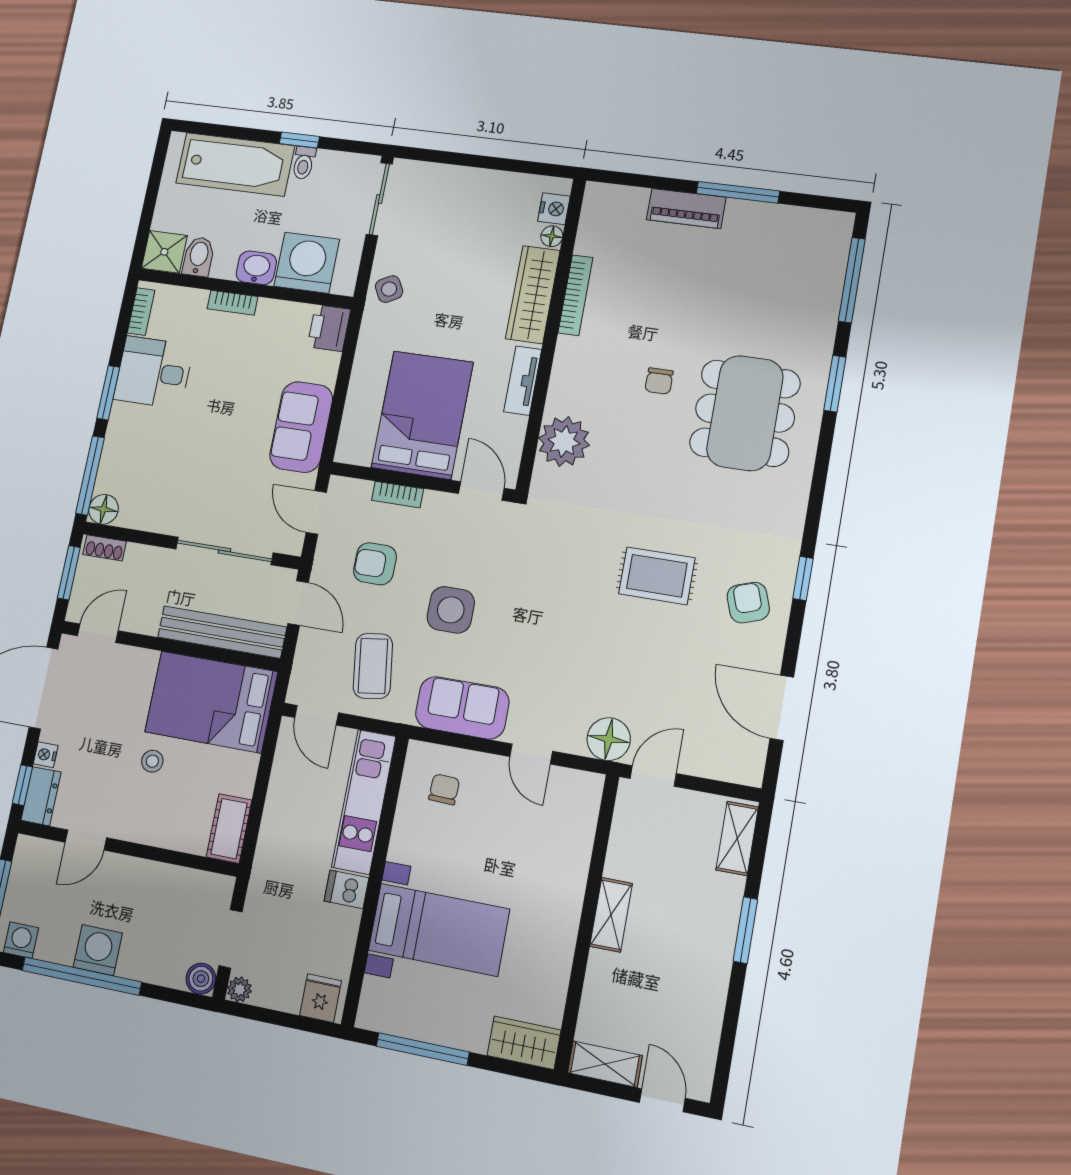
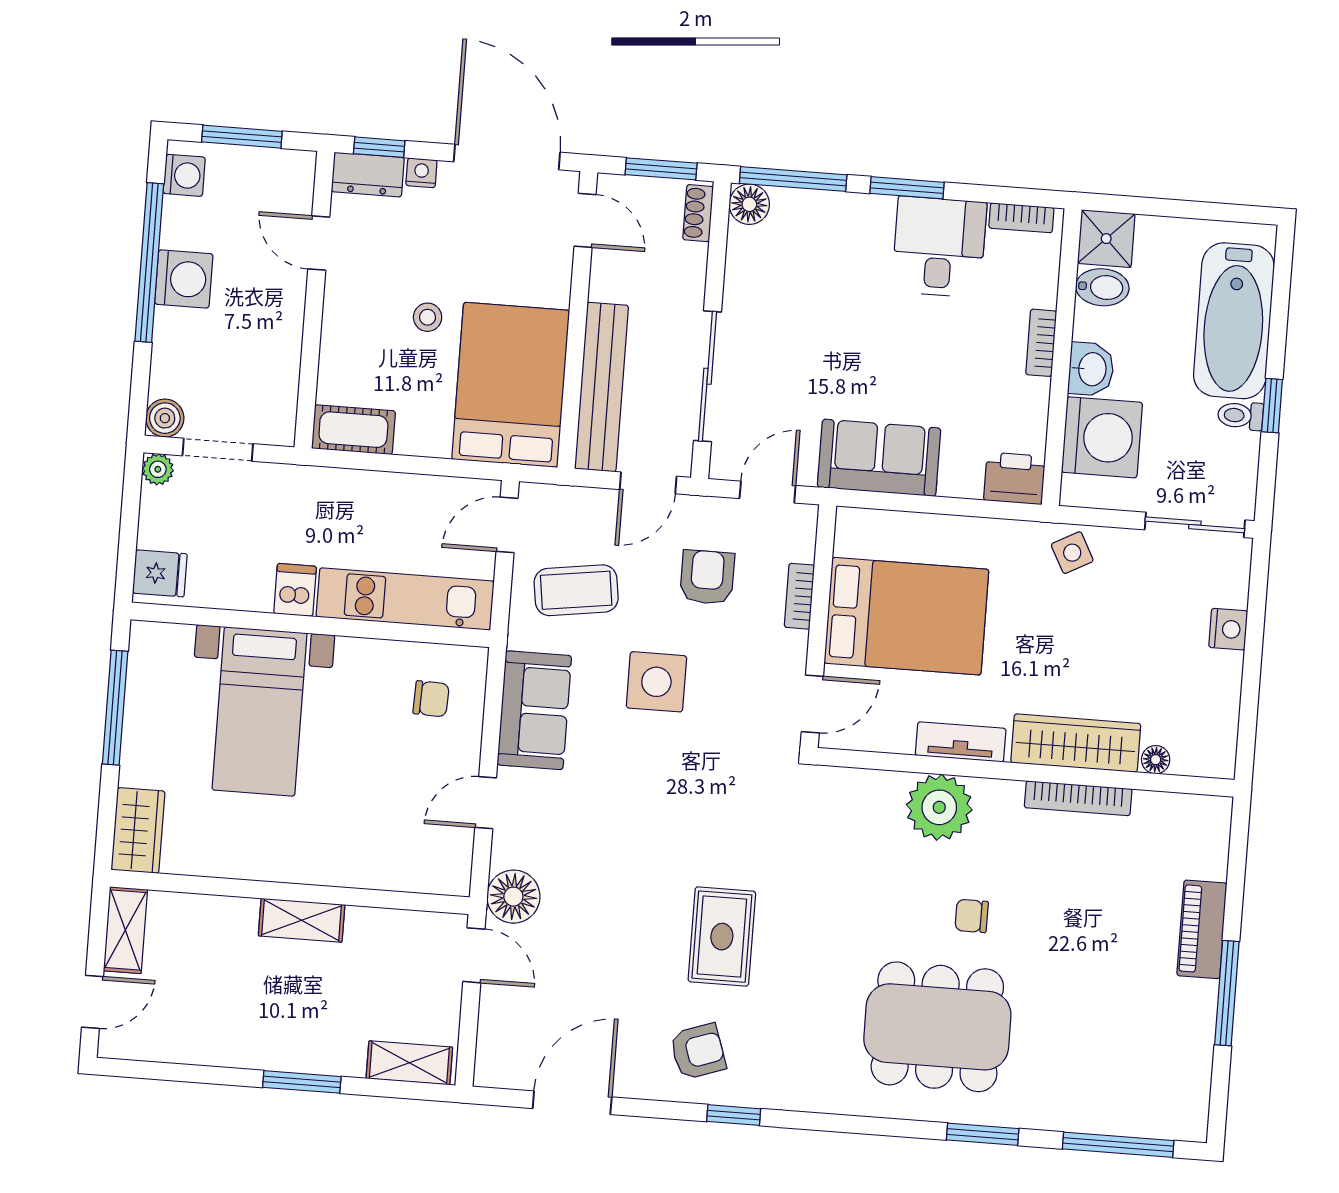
nightstand: (554, 209) -> (1228, 629), moved, turned -90
plant: (564, 441) -> (939, 807), moved

